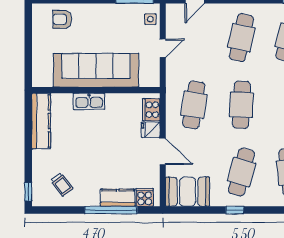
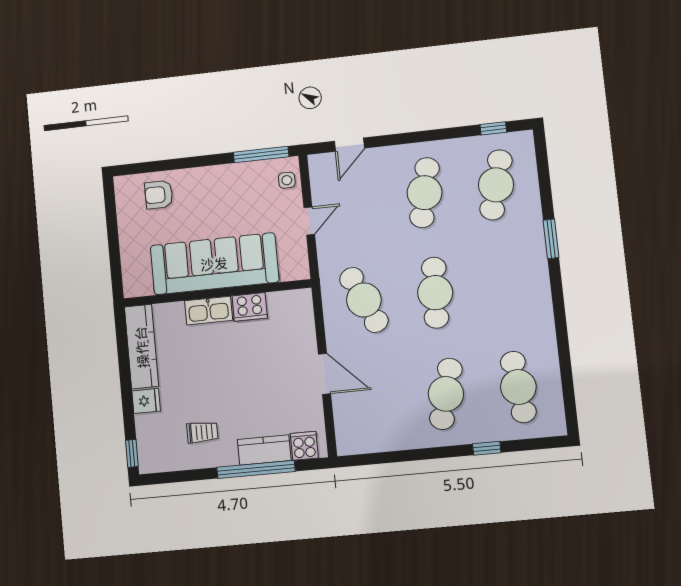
cafe table: (194, 105) -> (364, 300), turned -33
cooker: (151, 110) -> (250, 307), moved, turned -90
fridge: (151, 130) -> (146, 401), moved, turned 180
trolley: (62, 184) -> (202, 432), moved, turned -53
booth: (188, 192) -> (368, 431), removed
window: (235, 210) -> (487, 448), moved

